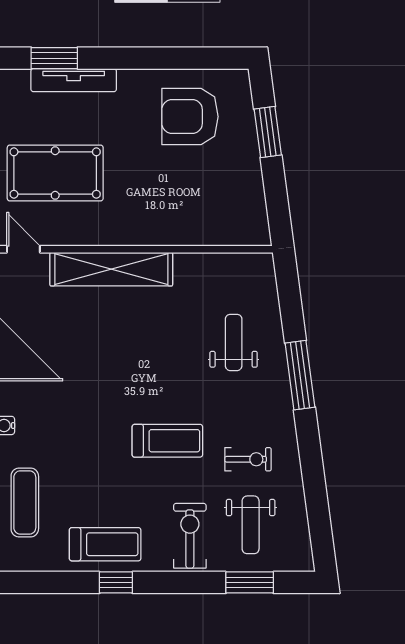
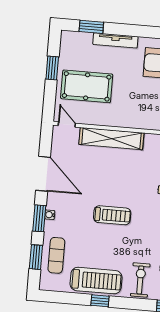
tv unit: (74, 80) -> (115, 40), moved
treadmill: (167, 441) -> (112, 215), moved
treadmill: (105, 544) -> (96, 281), width x1.37, depth x1.38

